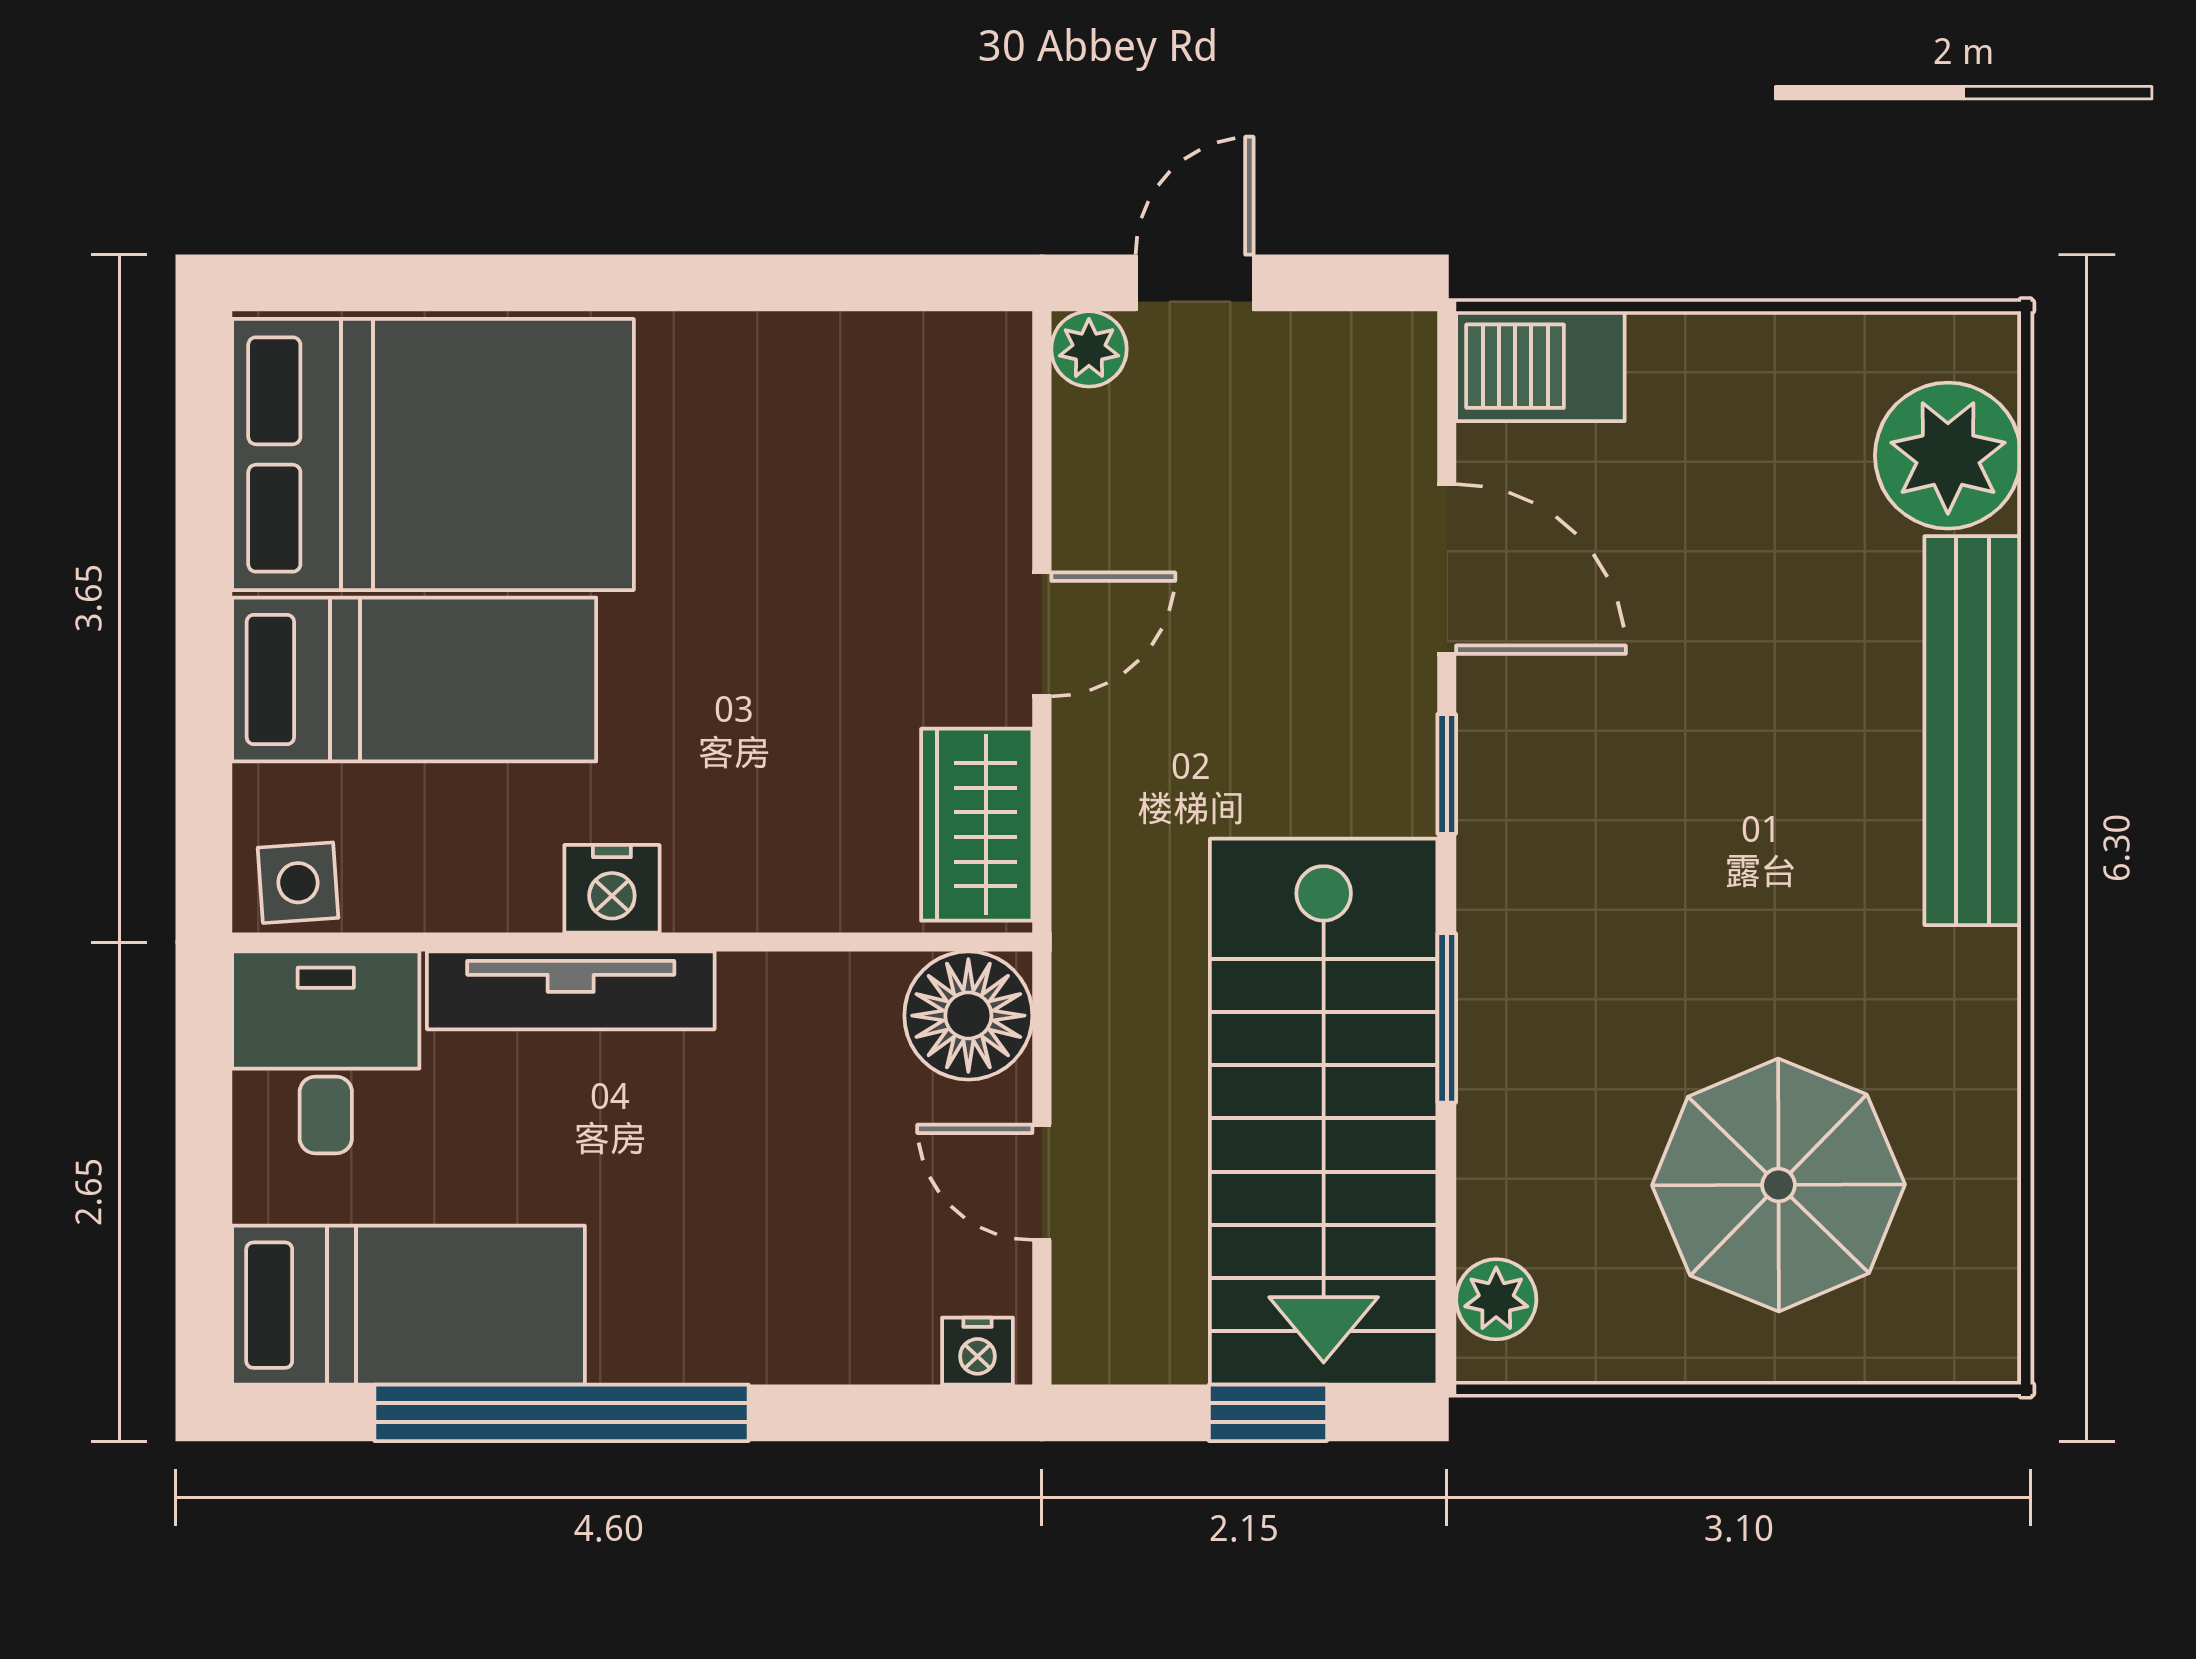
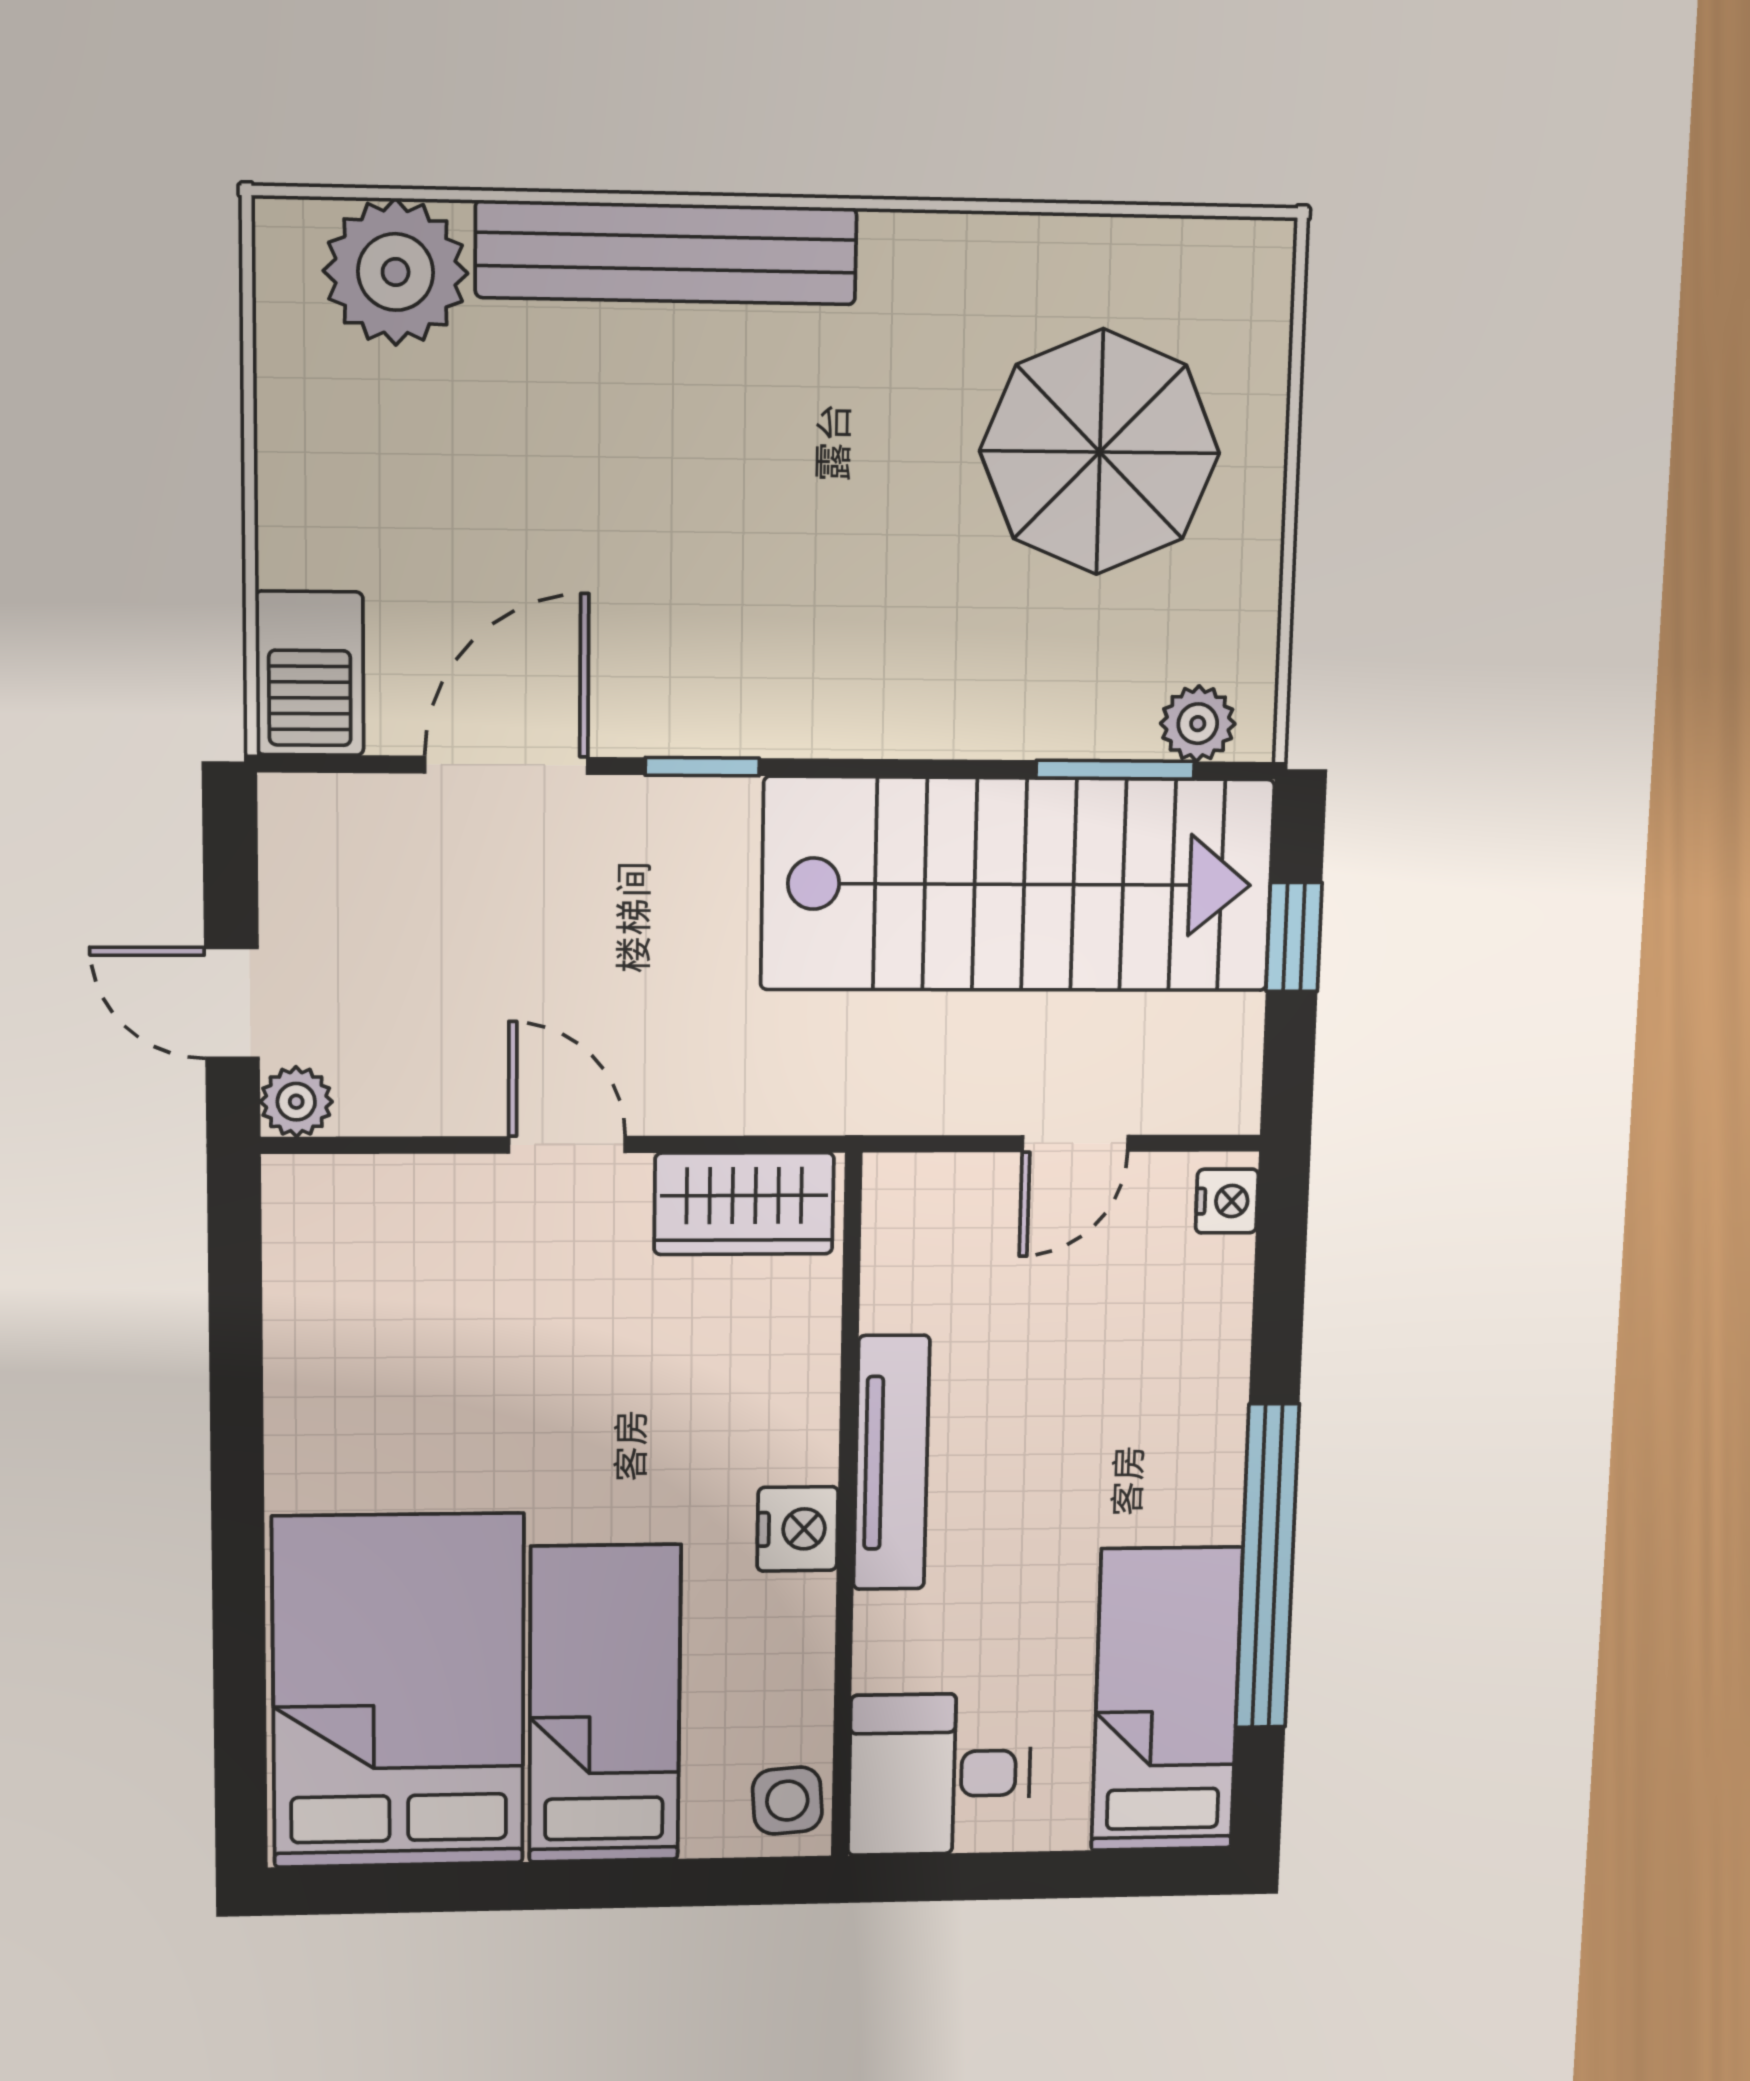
tv unit: (571, 990) -> (891, 1463), moved
floor lamp: (968, 1016) -> (920, 1211), removed
window: (1447, 1018) -> (1115, 770), moved

